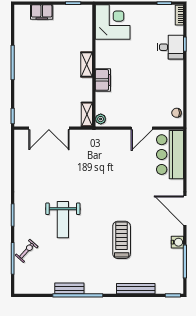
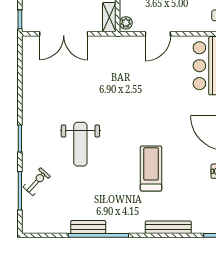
door: (142, 128) -> (158, 34), moved

